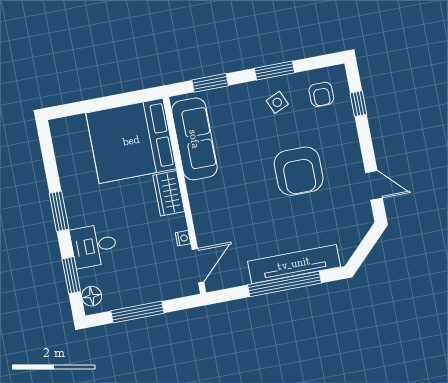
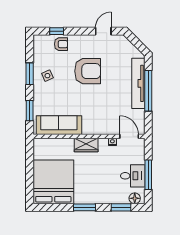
armchair: (321, 94) -> (61, 44), moved
bed: (131, 141) -> (53, 182), moved, turned 180
desk: (94, 246) -> (133, 176), moved, turned -90

